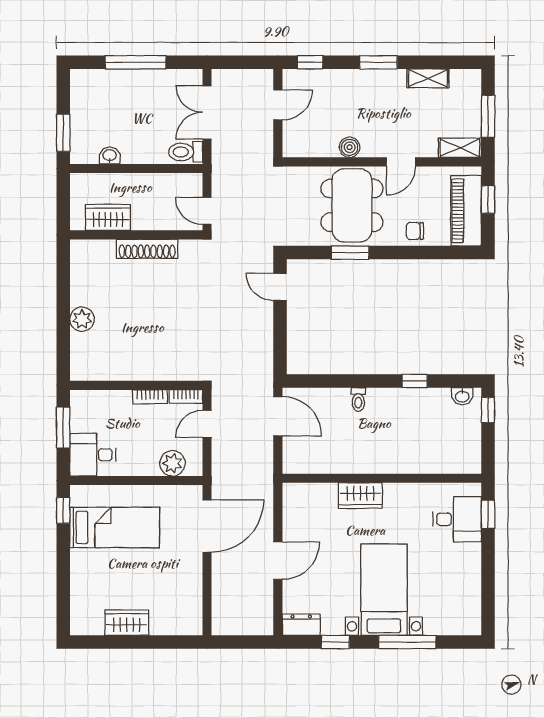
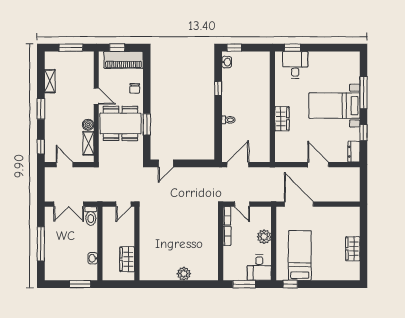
shelving: (460, 148) -> (88, 143), moved
shoe rack: (147, 249) -> (145, 237), removed
plant: (172, 463) -> (264, 237), moved

